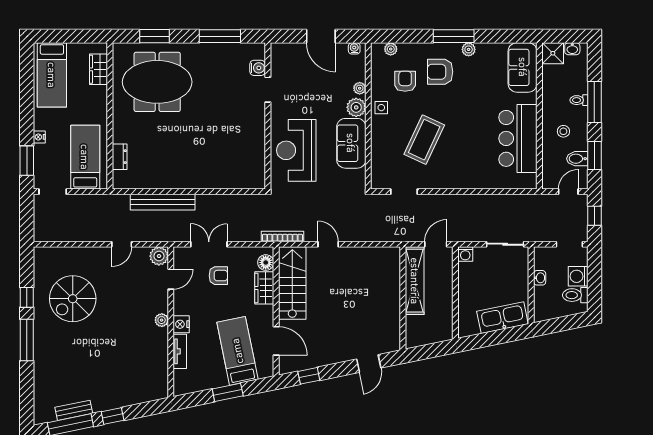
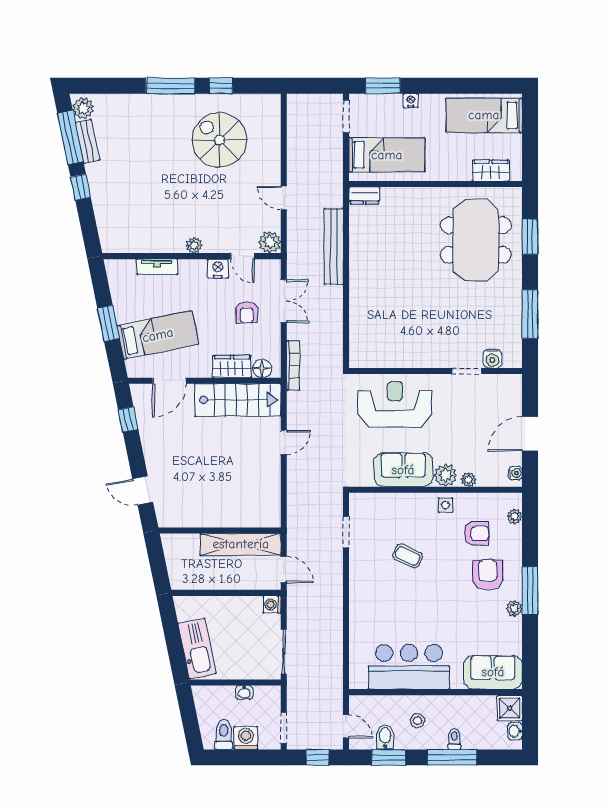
coffee table: (424, 140) -> (408, 556), width x0.54, depth x0.58
dresser: (120, 157) -> (364, 196), moved
bookcase: (282, 236) -> (293, 366), moved
nightstand: (181, 324) -> (218, 268), moved
plant: (46, 414) -> (83, 108), added

